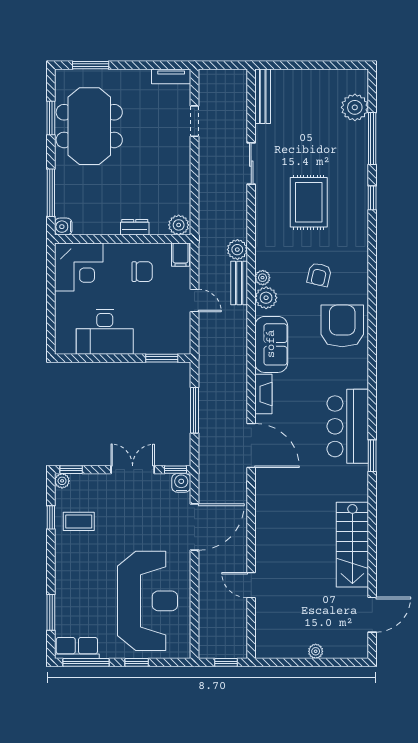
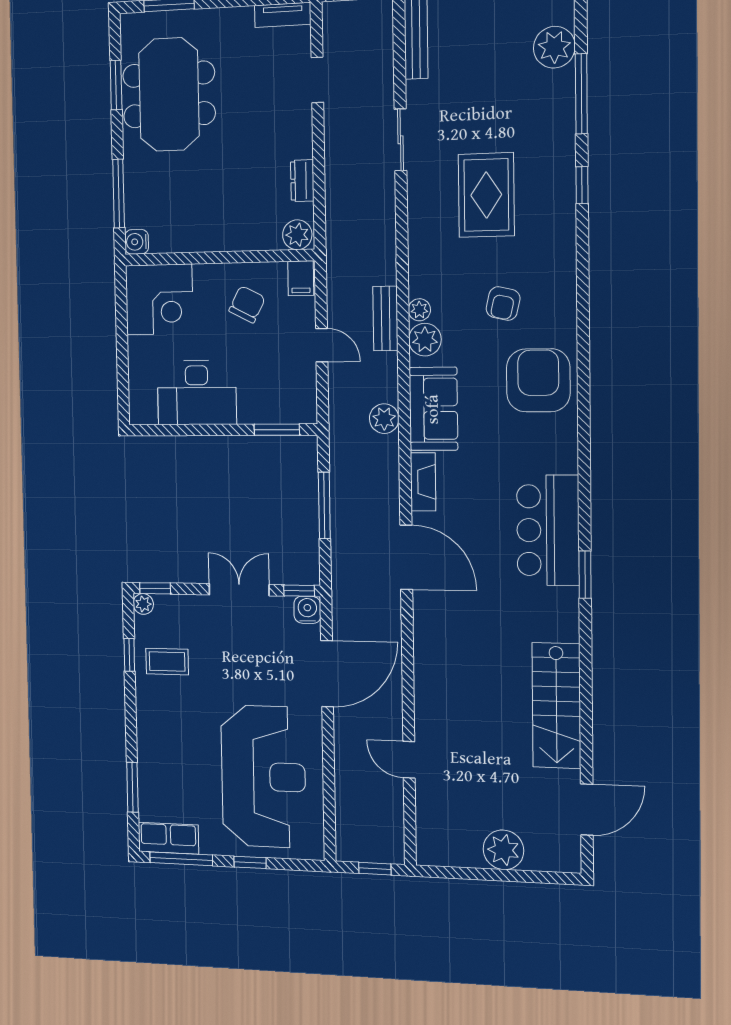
dresser: (135, 227) -> (302, 181), moved, turned -90
plant: (237, 250) -> (384, 419), moved
chair: (142, 272) -> (247, 304), turned -63
plant: (316, 651) -> (503, 850), width x1.88, depth x1.88

